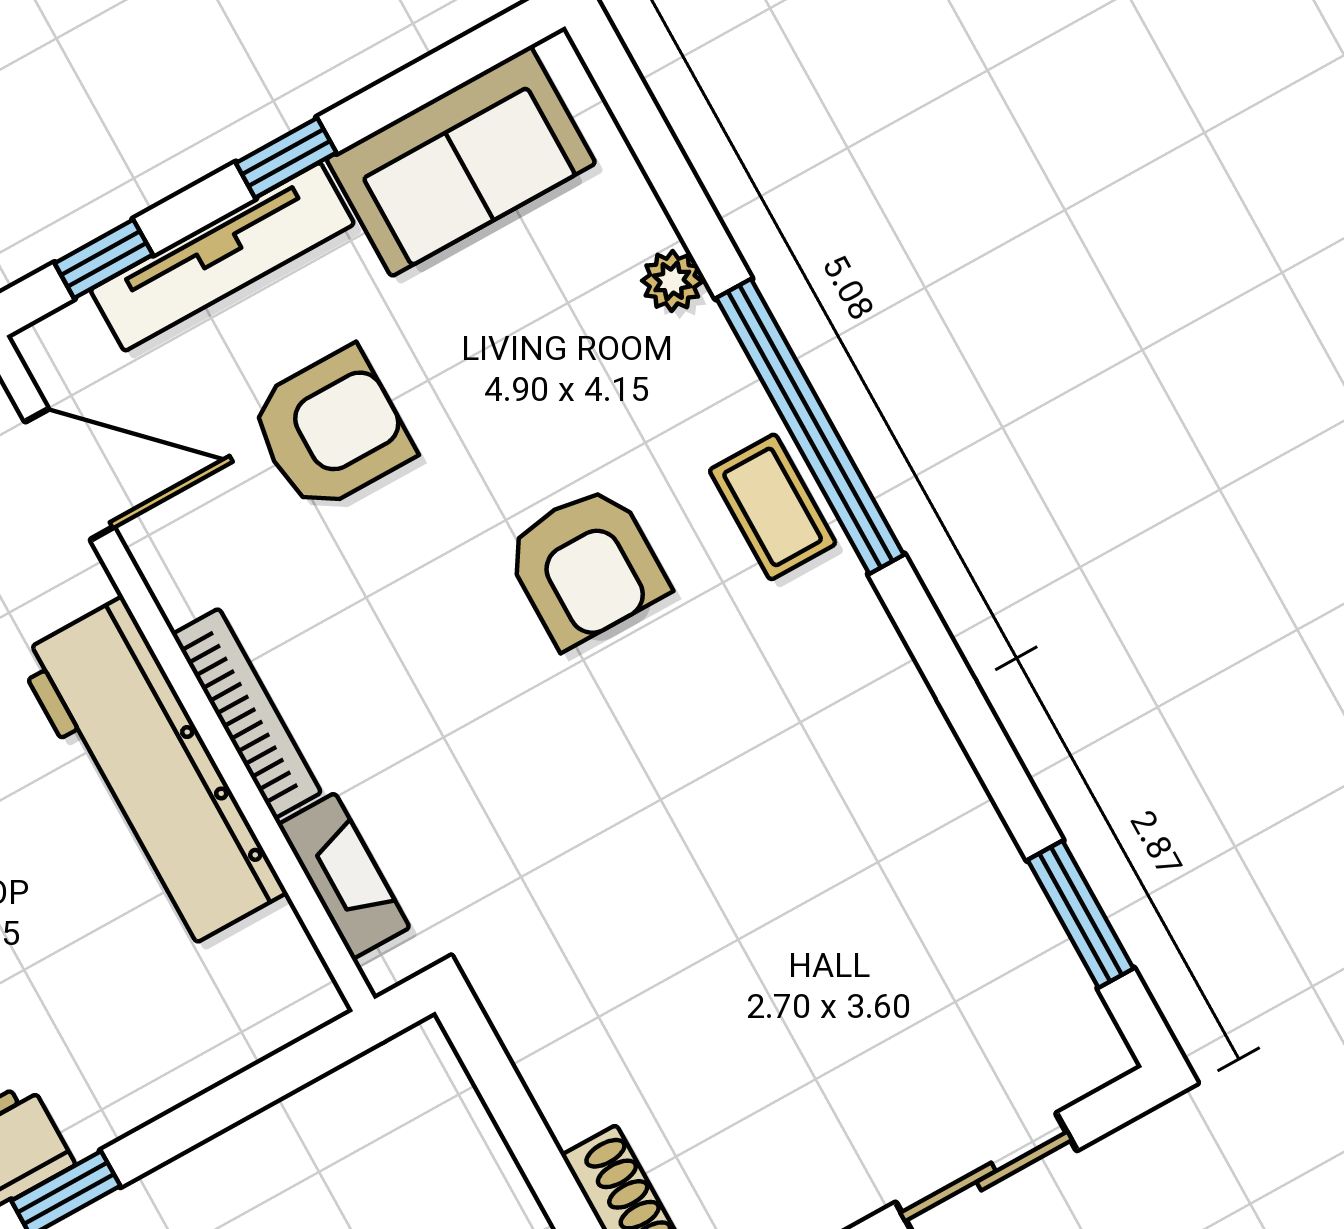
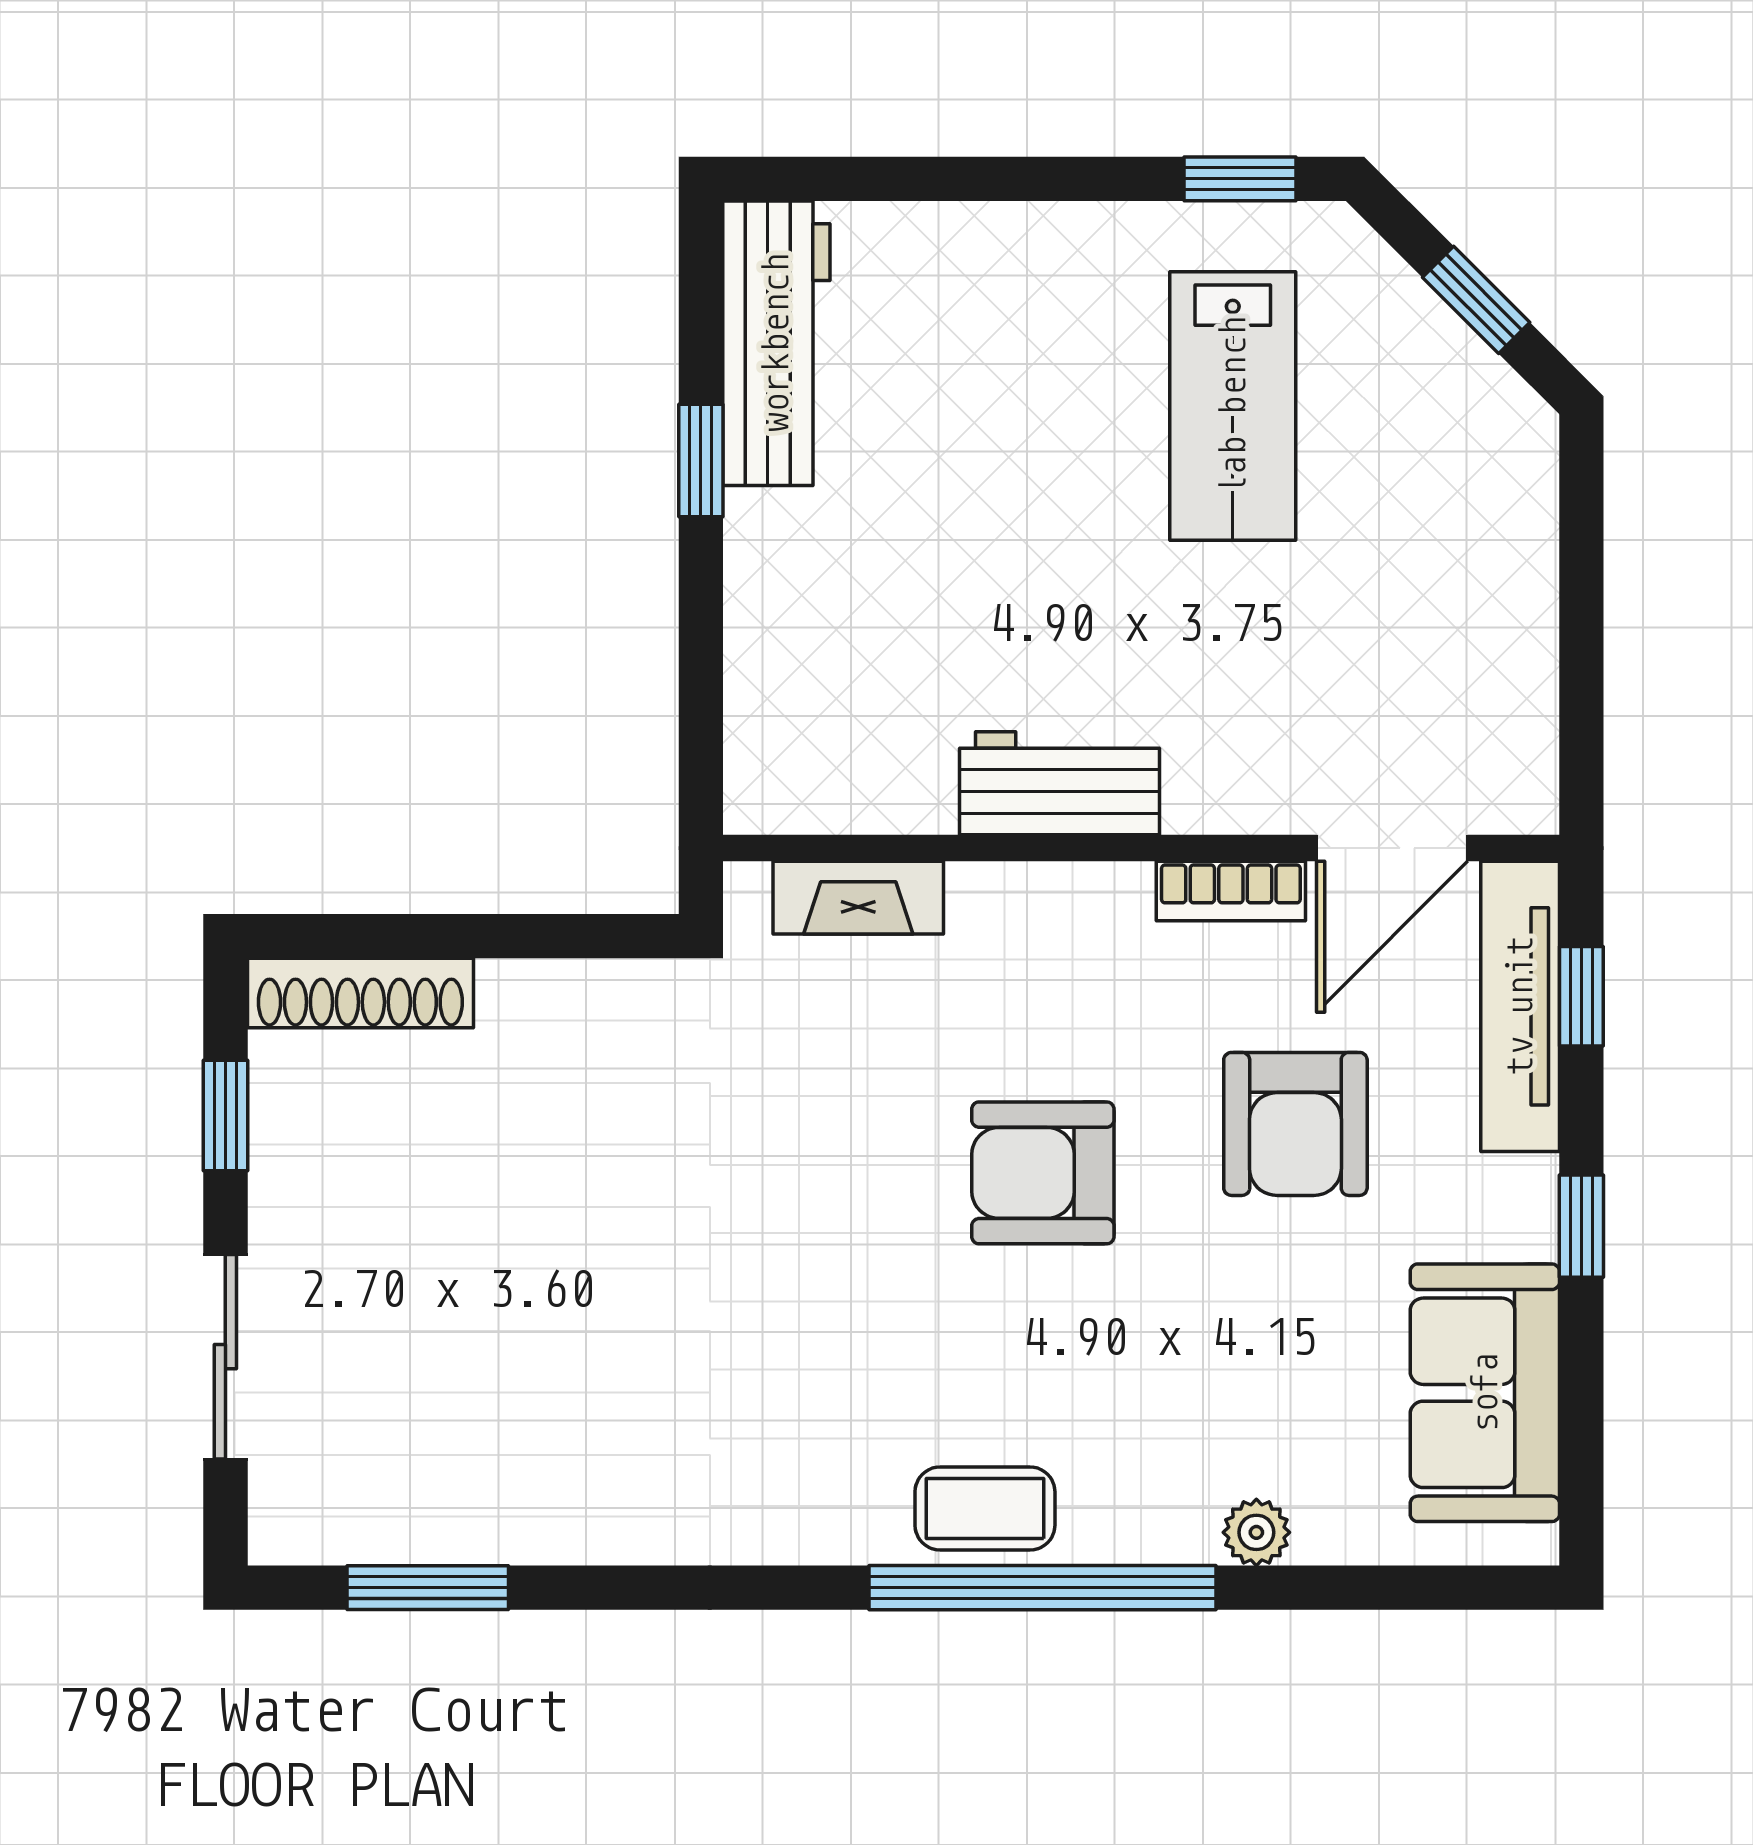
tv unit: (222, 257) -> (1520, 1006), moved
armchair: (586, 566) -> (1043, 1173), moved
bookcase: (247, 713) -> (1231, 891), moved, width x0.64
workbench: (151, 774) -> (1060, 783), width x0.53, depth x0.76

